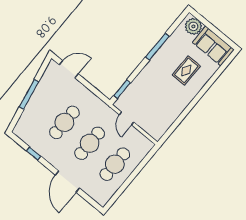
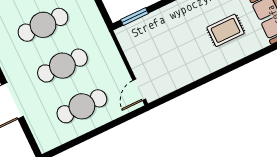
door: (127, 118) -> (139, 90), moved

